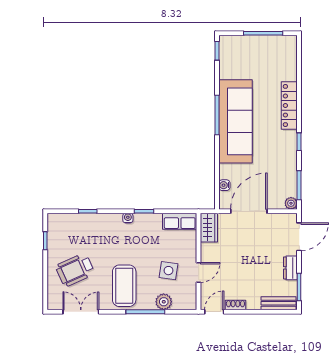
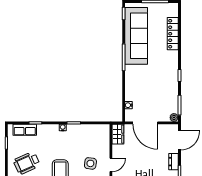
locker: (289, 106) -> (173, 34), moved
sofa: (236, 121) -> (136, 36), moved
door: (249, 211) -> (145, 123), swing flipped
row of seats: (180, 221) -> (25, 130), moved

